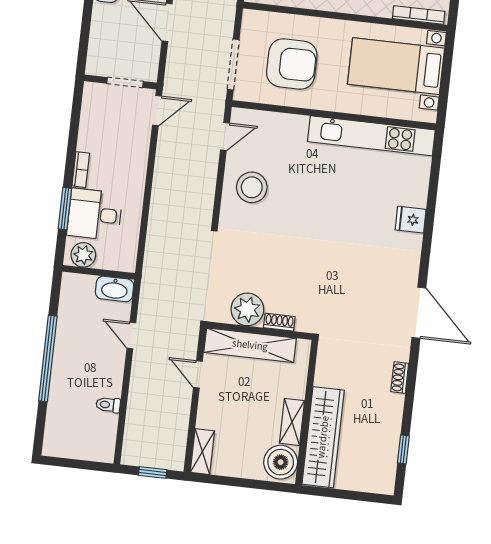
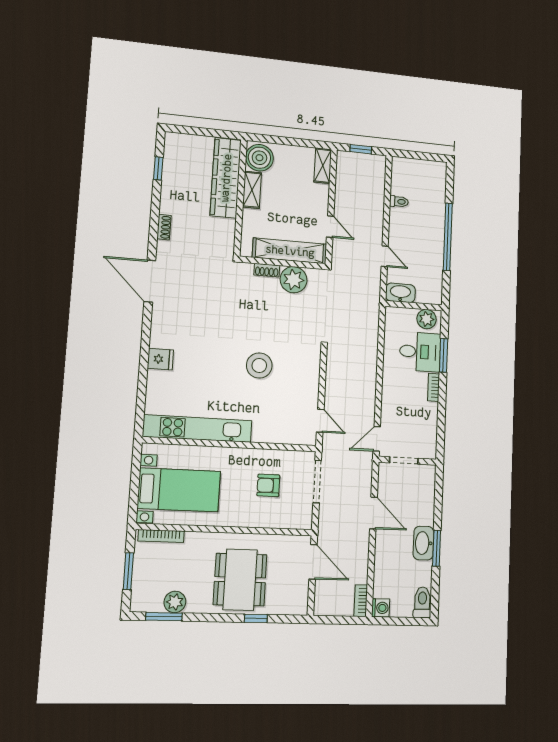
armchair: (292, 64) -> (268, 485), width x0.53, depth x0.53
door: (225, 137) -> (320, 421), swing flipped
stool: (252, 187) -> (259, 365), moved

